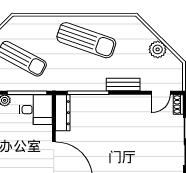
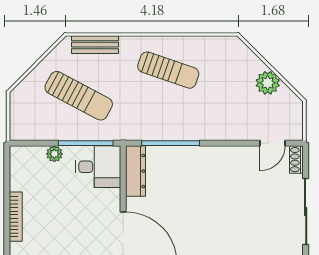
sun lounger: (86, 40) -> (168, 70), width x0.73, depth x0.75
bench: (123, 85) -> (95, 45), moved

